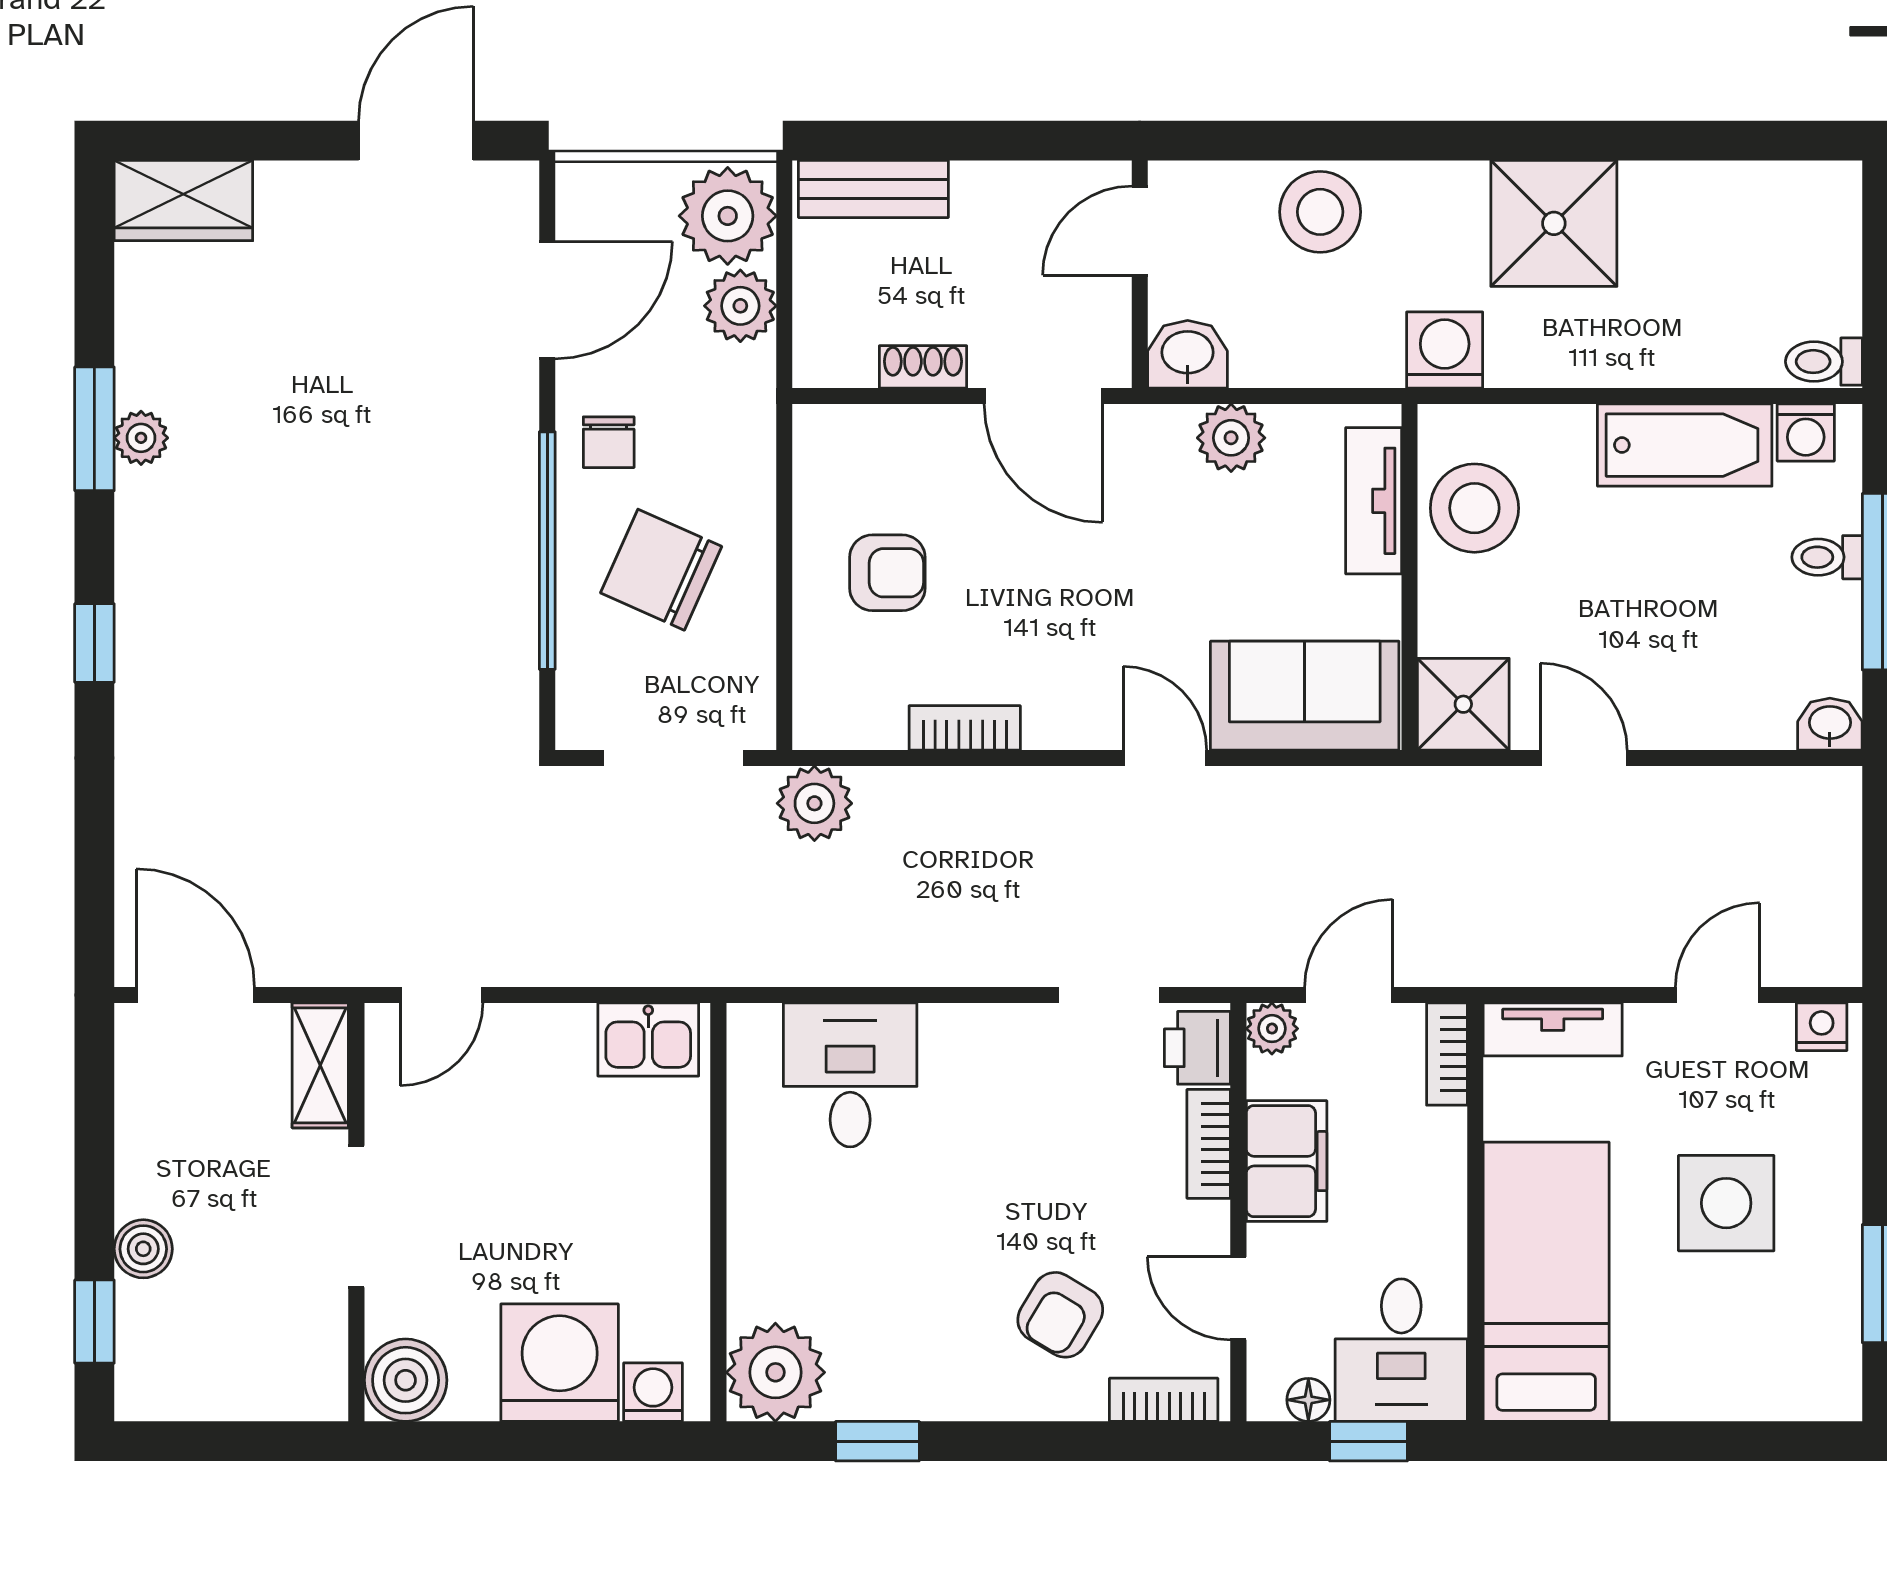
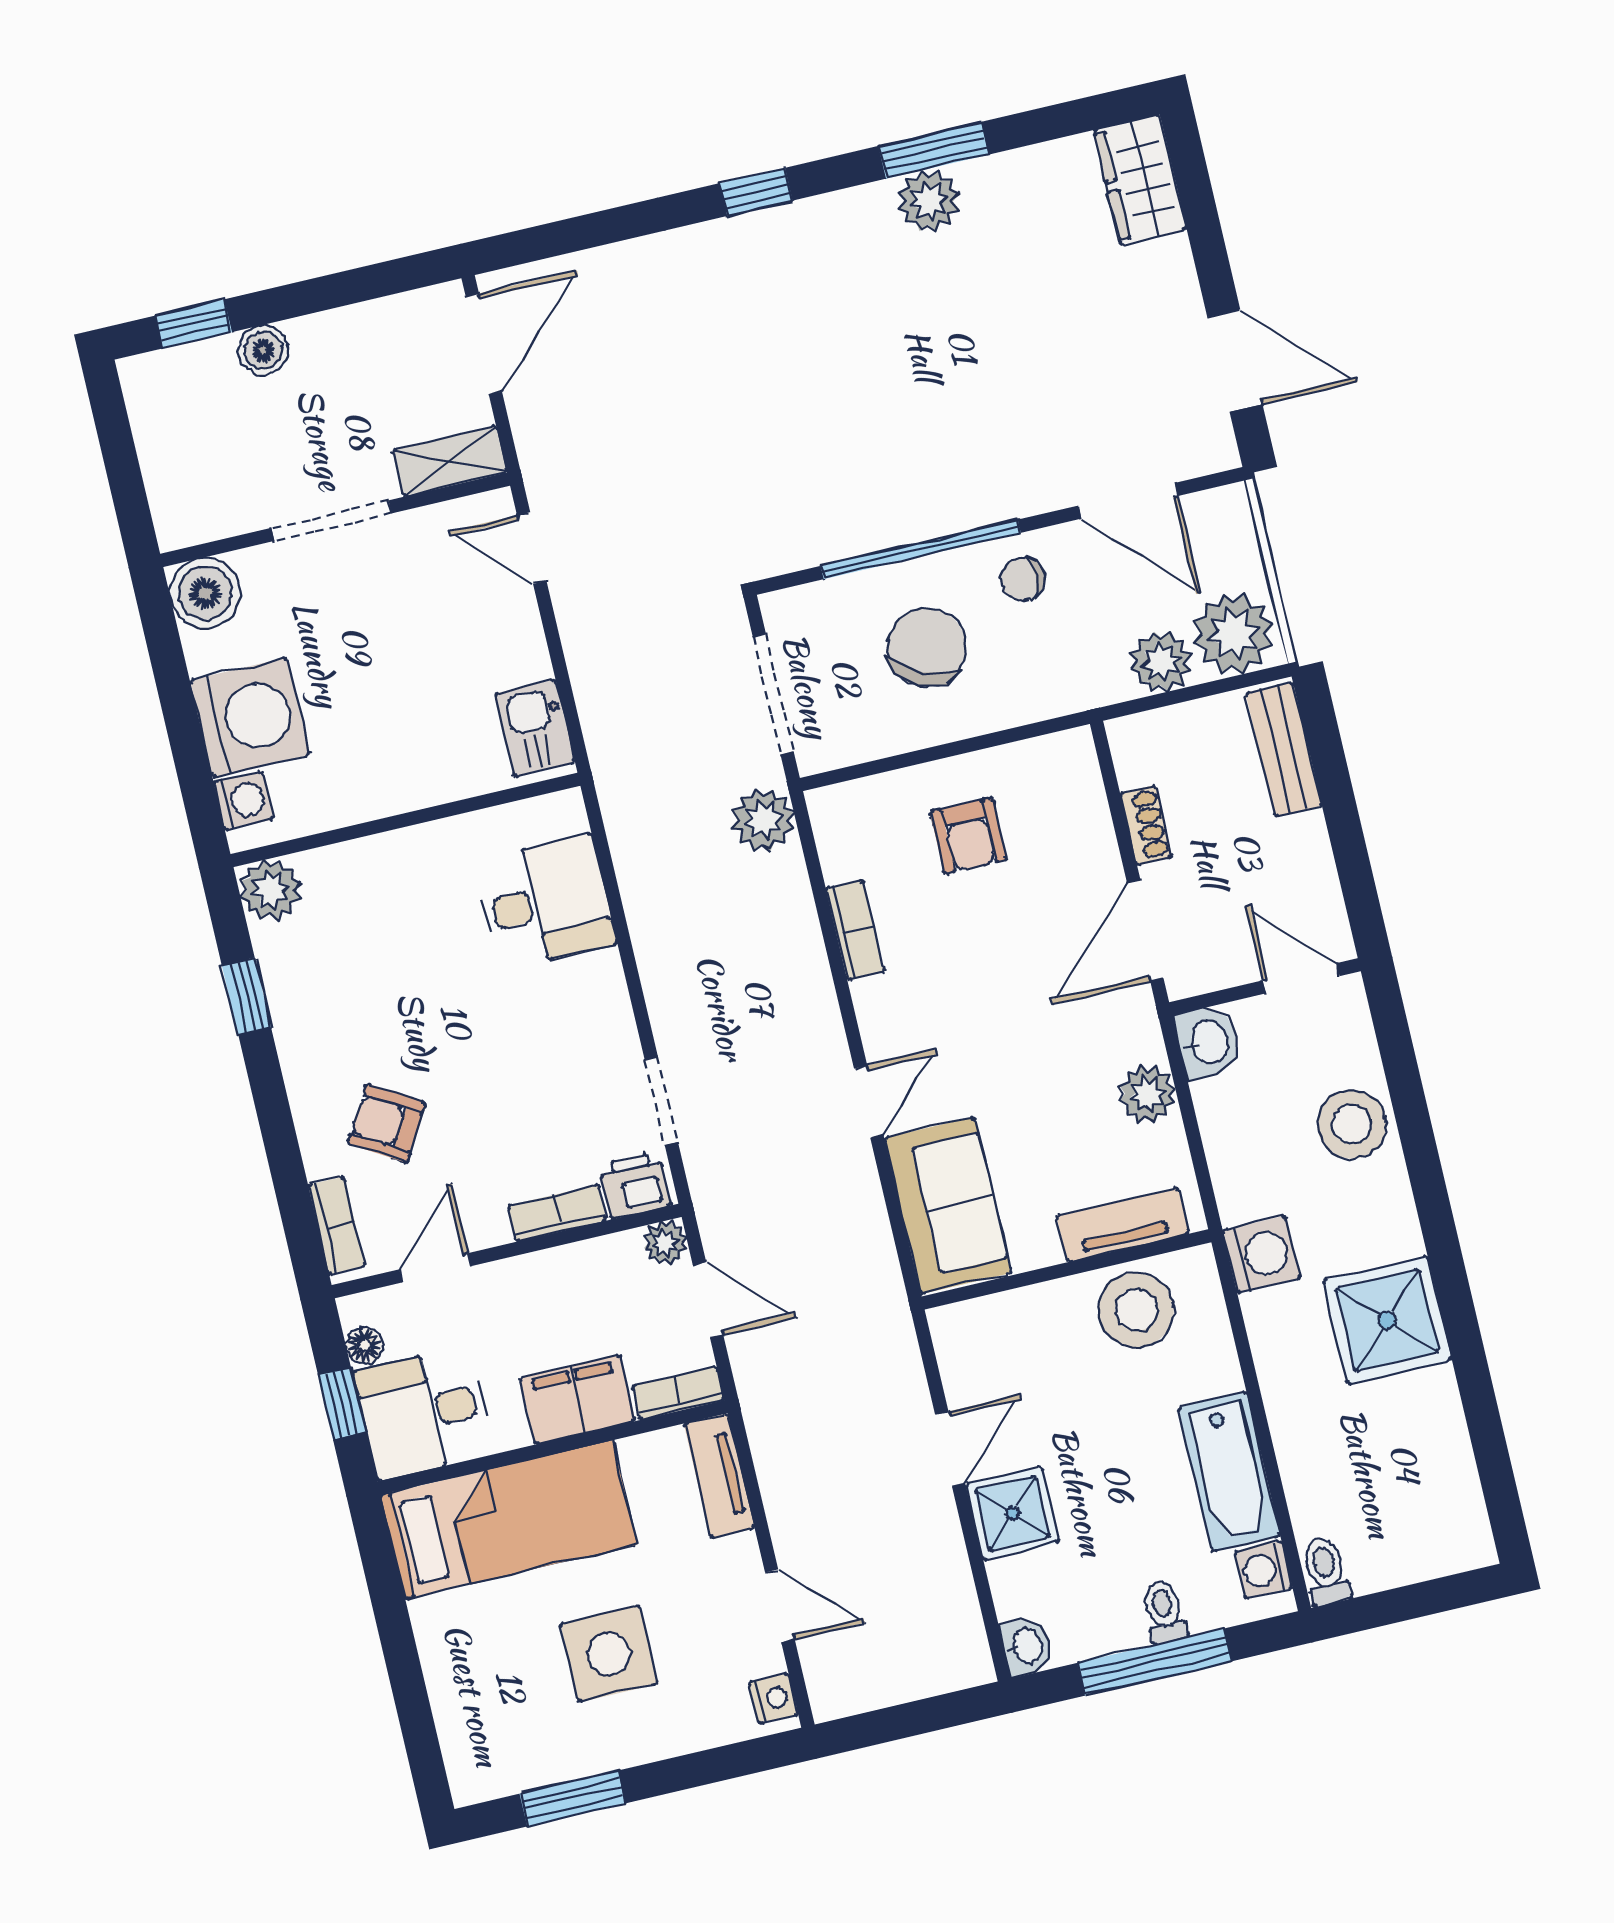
plant: (141, 438) -> (929, 201), width x1.38, depth x1.38
shower: (1463, 704) -> (1012, 1513), moved
filing cabinet: (1287, 1161) -> (578, 1399), moved, turned 180
plant: (775, 1372) -> (270, 890), width x0.73, depth x0.73

